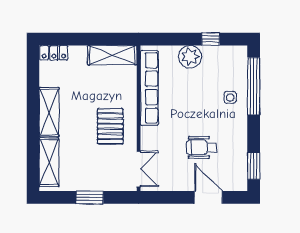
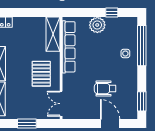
shelving: (112, 55) -> (53, 34), moved, turned 90
double door: (139, 169) -> (61, 104), swing flipped

